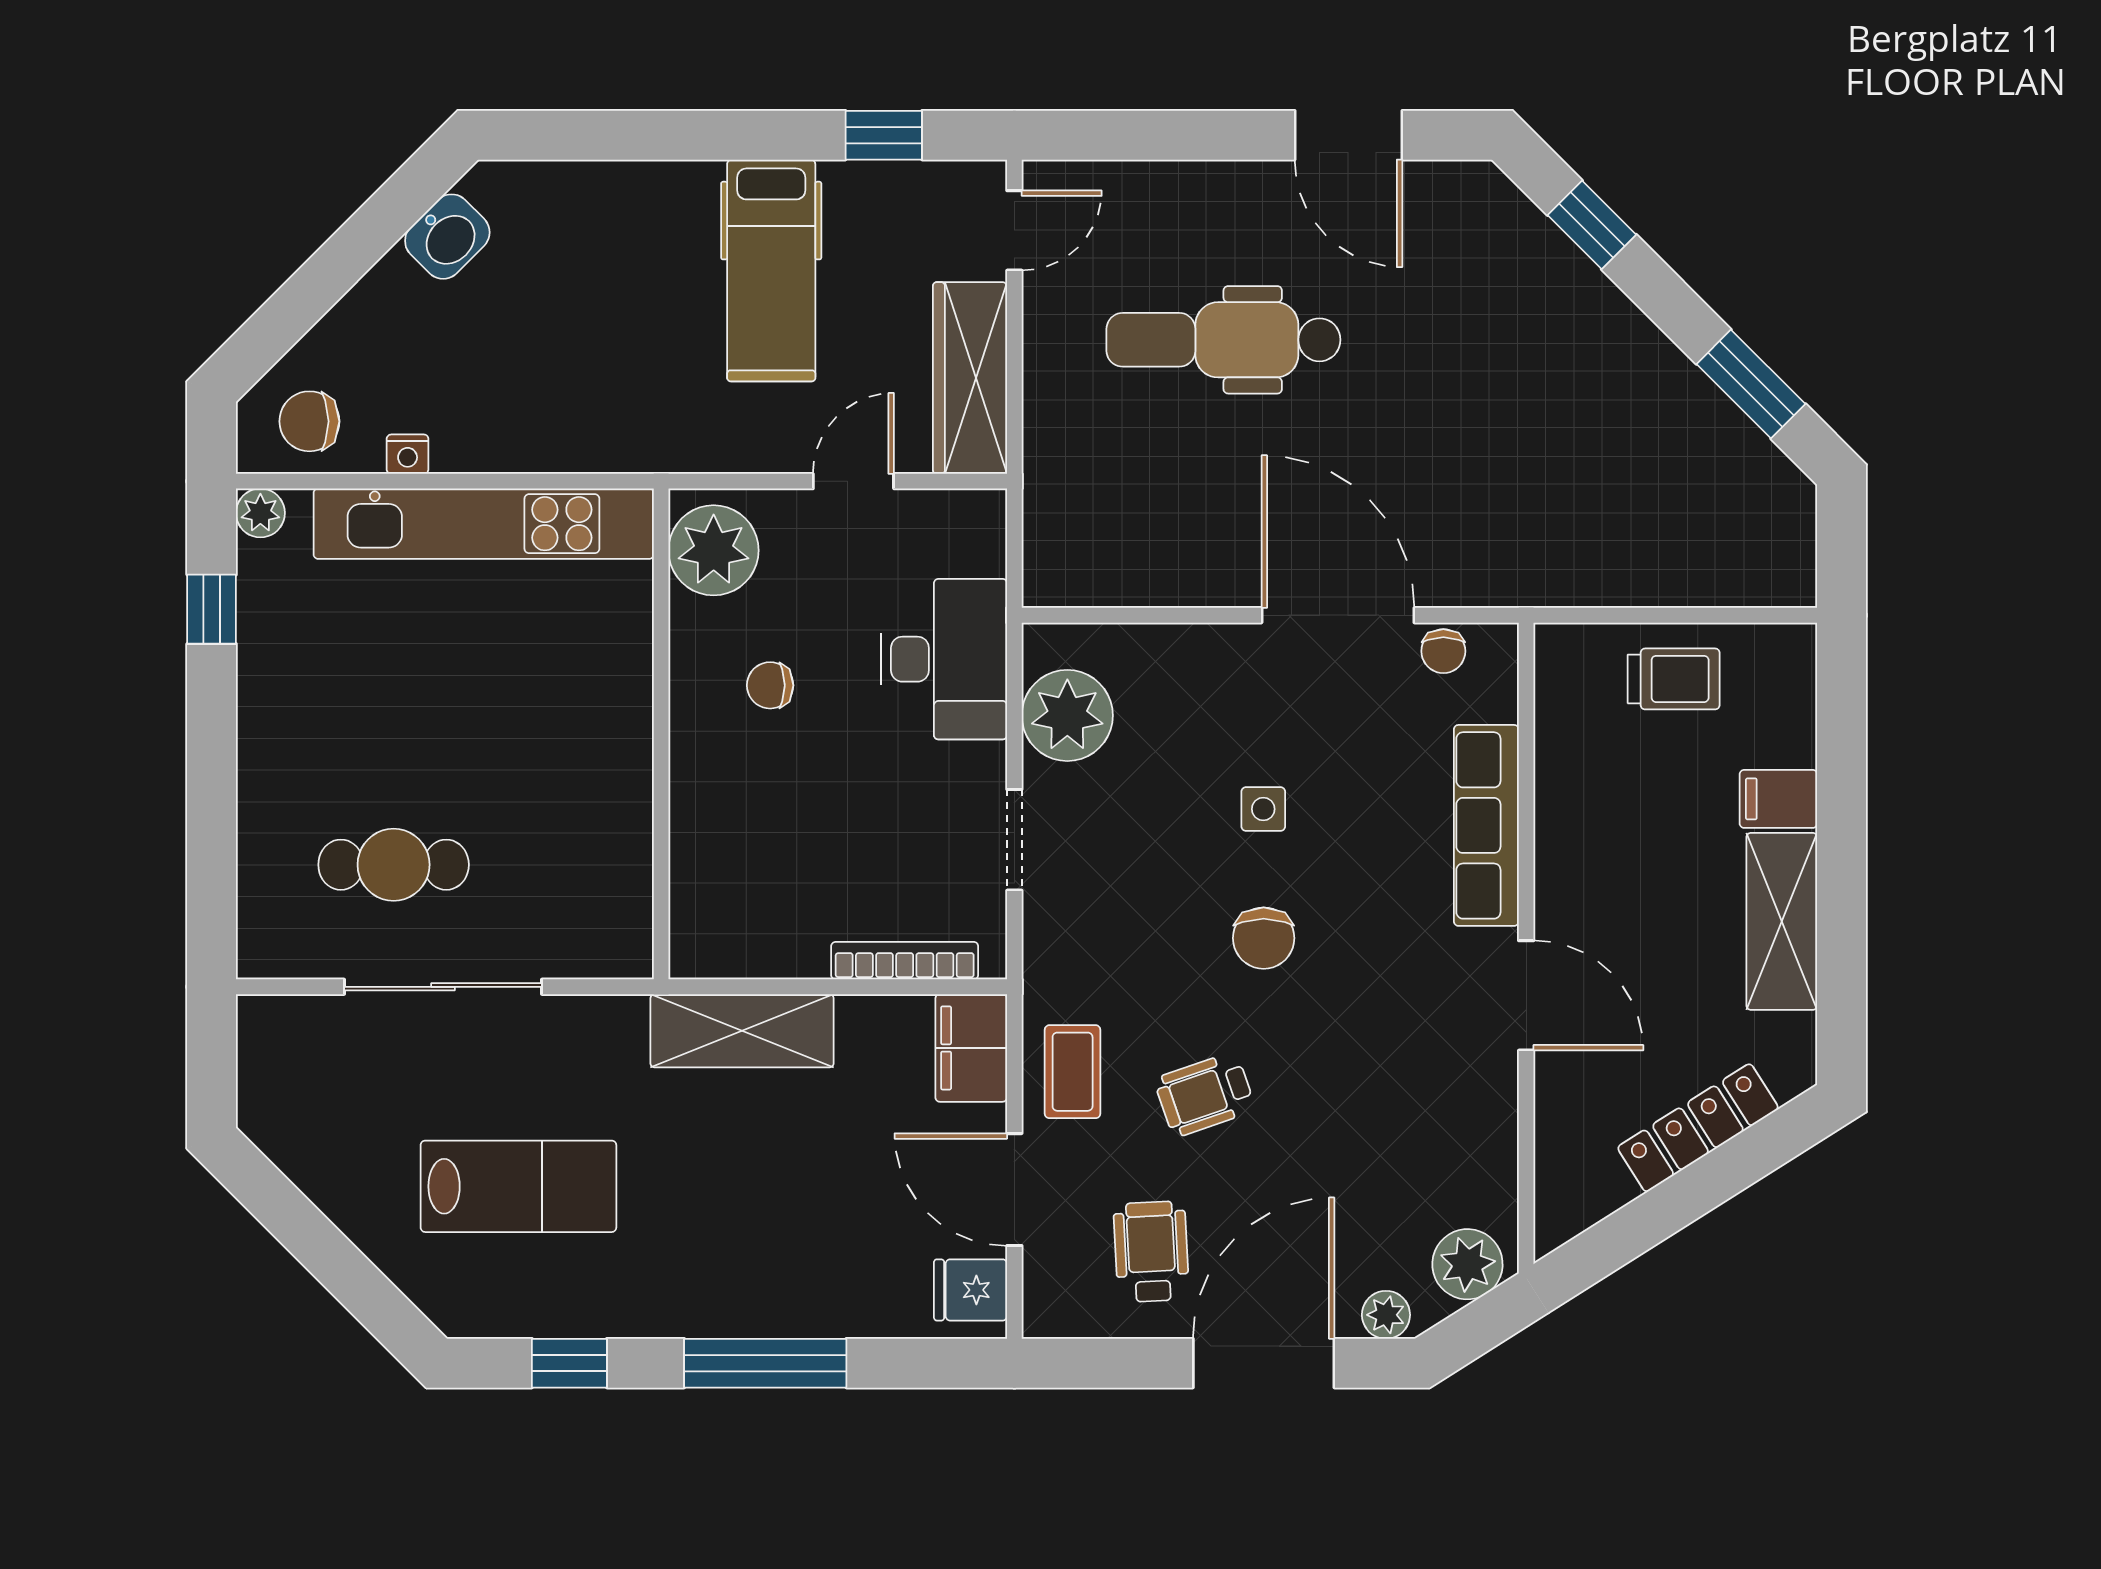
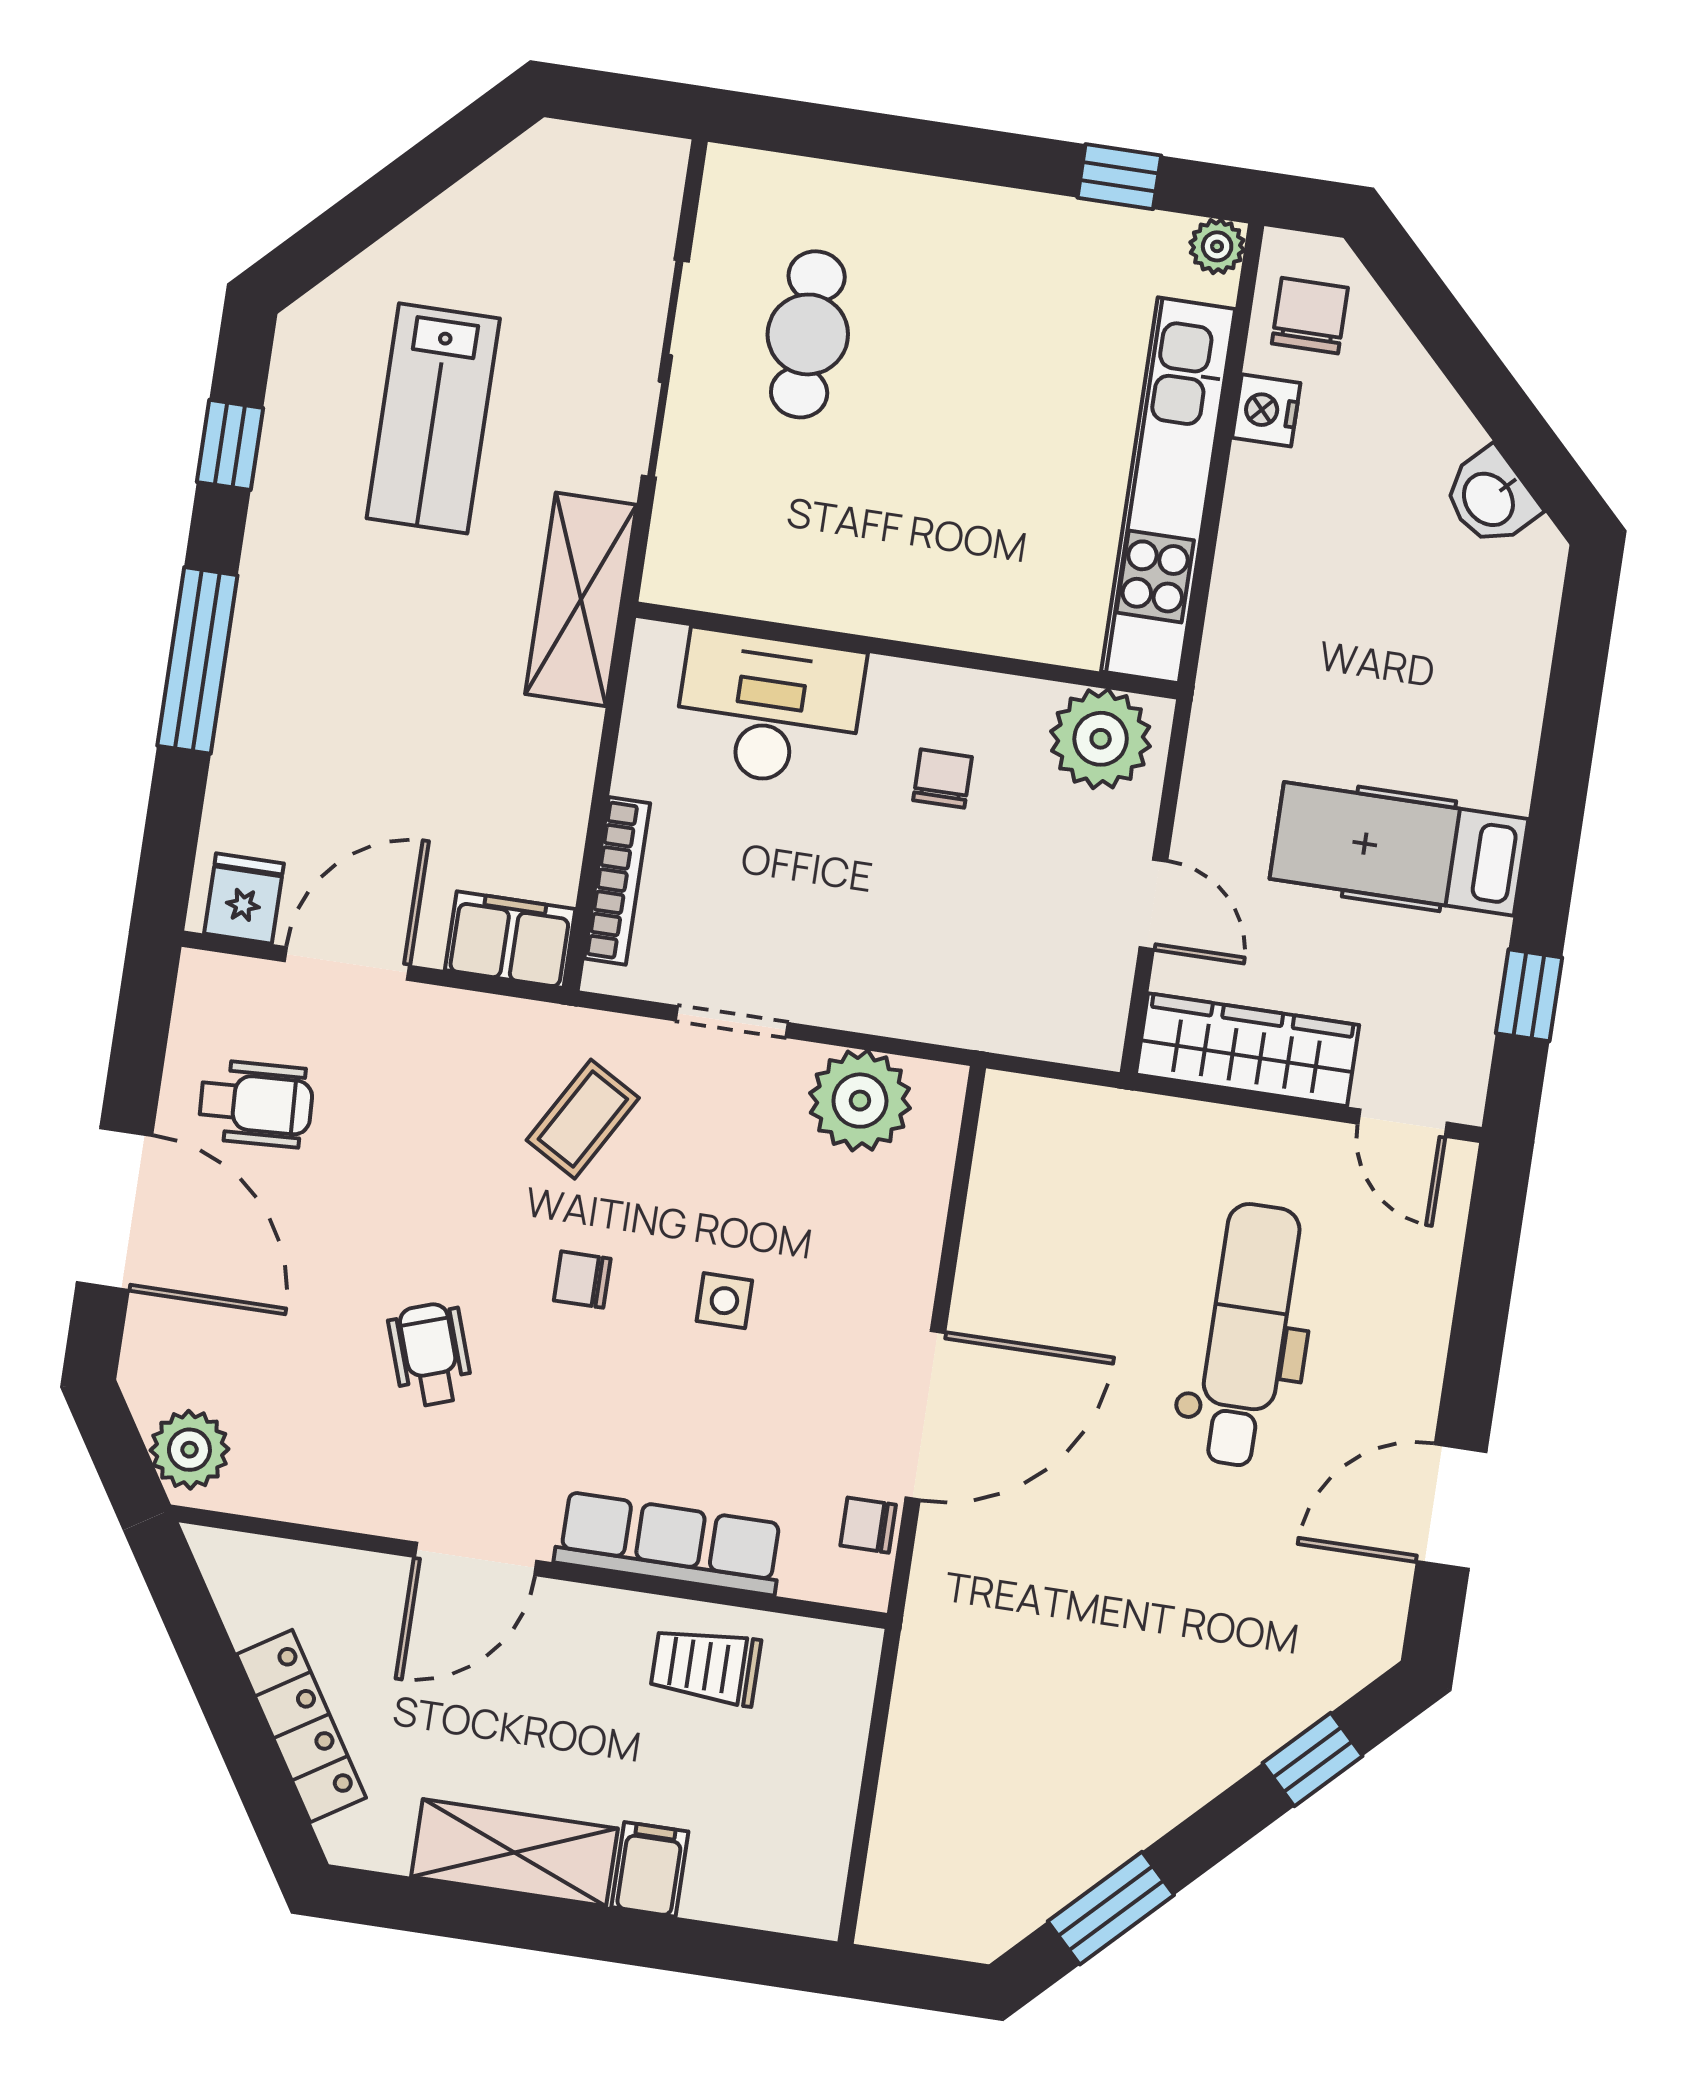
nightstand: (408, 454) -> (1266, 410), width x1.39, depth x1.35
desk: (944, 659) -> (769, 709), moved, turned 180
trolley: (1674, 679) -> (706, 1666), moved, turned 90
chair: (1264, 938) -> (582, 1280), width x0.73, depth x0.73
shelving: (742, 1031) -> (581, 599), moved
coffee table: (1073, 1072) -> (583, 1119), moved, turned -60
wheelchair: (1205, 1095) -> (430, 1354), moved
plant: (1386, 1315) -> (147, 1352), removed

